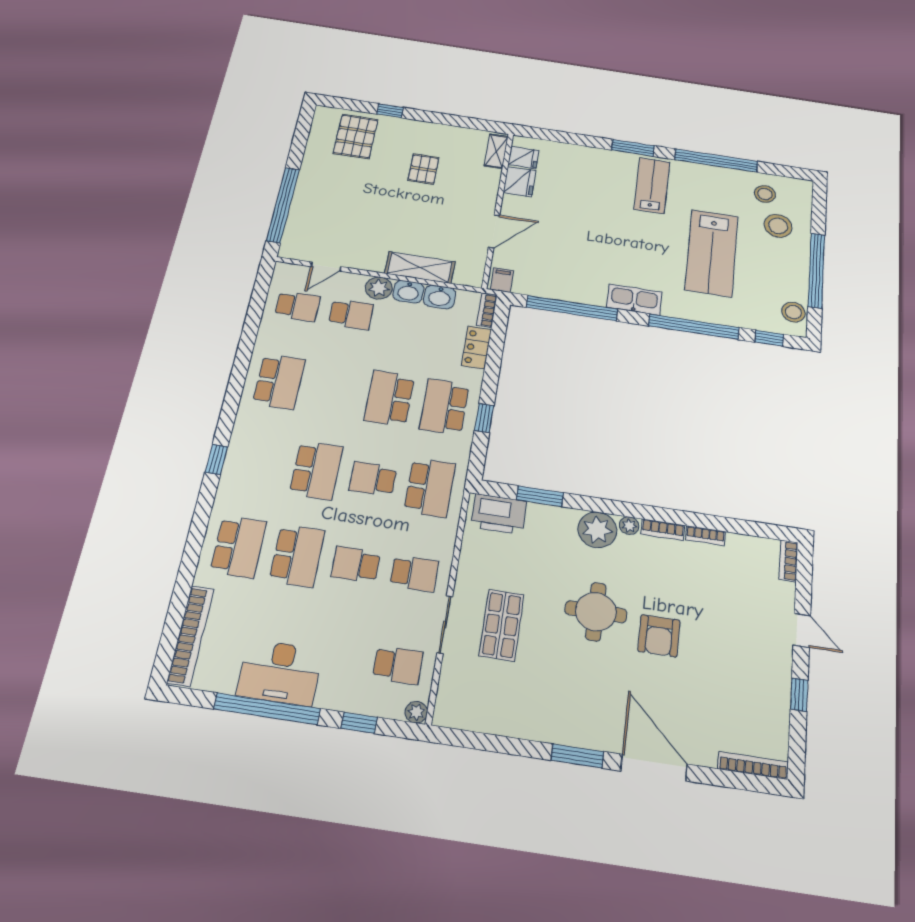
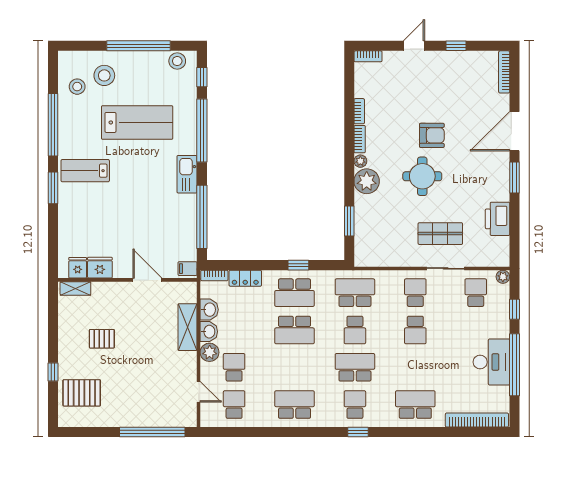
printer: (499, 514) -> (498, 219), moved, turned 180
school desk: (297, 556) -> (355, 405), moved, width x0.54

